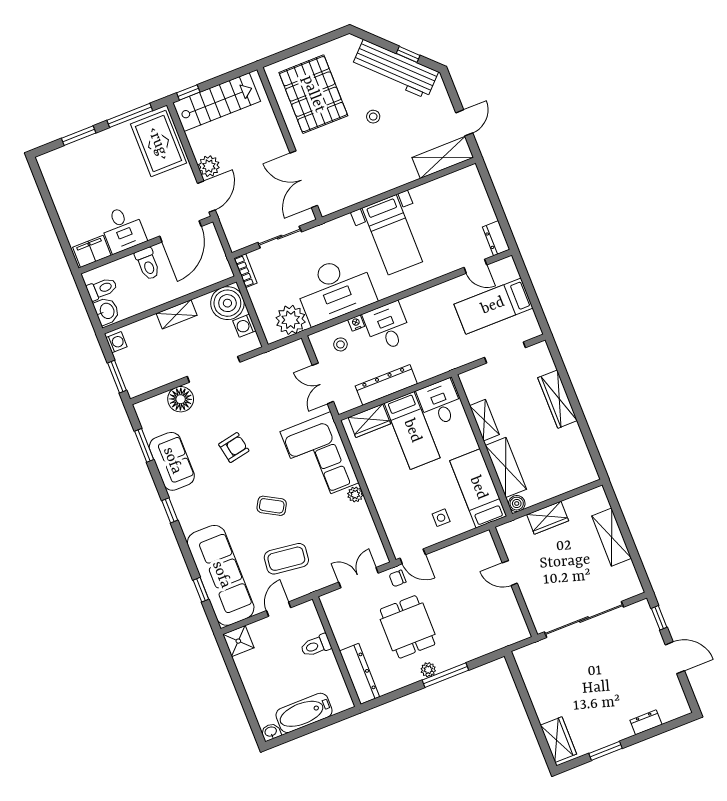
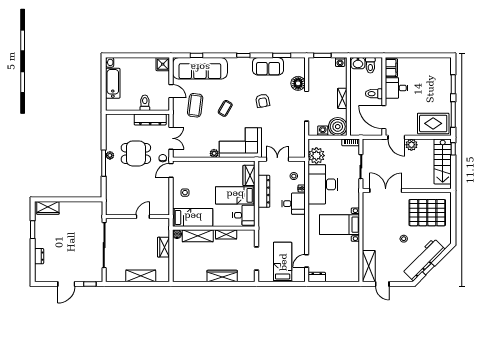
dresser: (360, 674) -> (150, 119), moved

